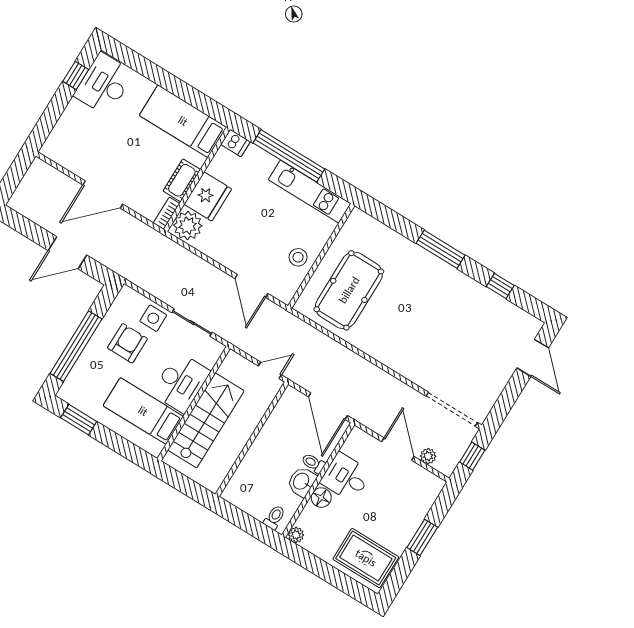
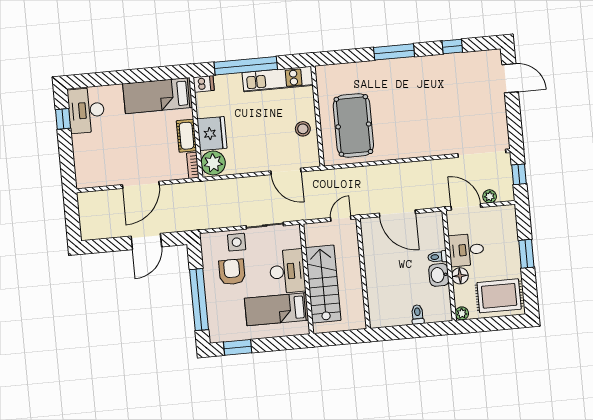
toilet: (313, 463) -> (437, 257), moved
desk: (346, 477) -> (466, 250), moved
wall: (318, 480) -> (449, 266), moved
washbasin: (302, 482) -> (439, 275), moved
floor lamp: (321, 498) -> (460, 276), moved
plant: (296, 535) -> (462, 313), moved

